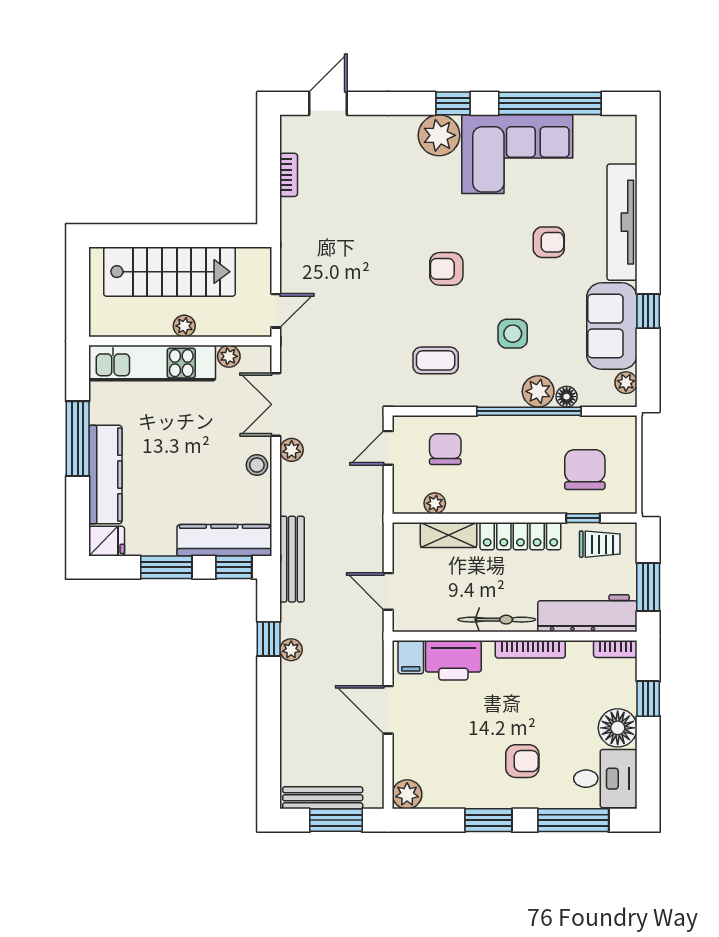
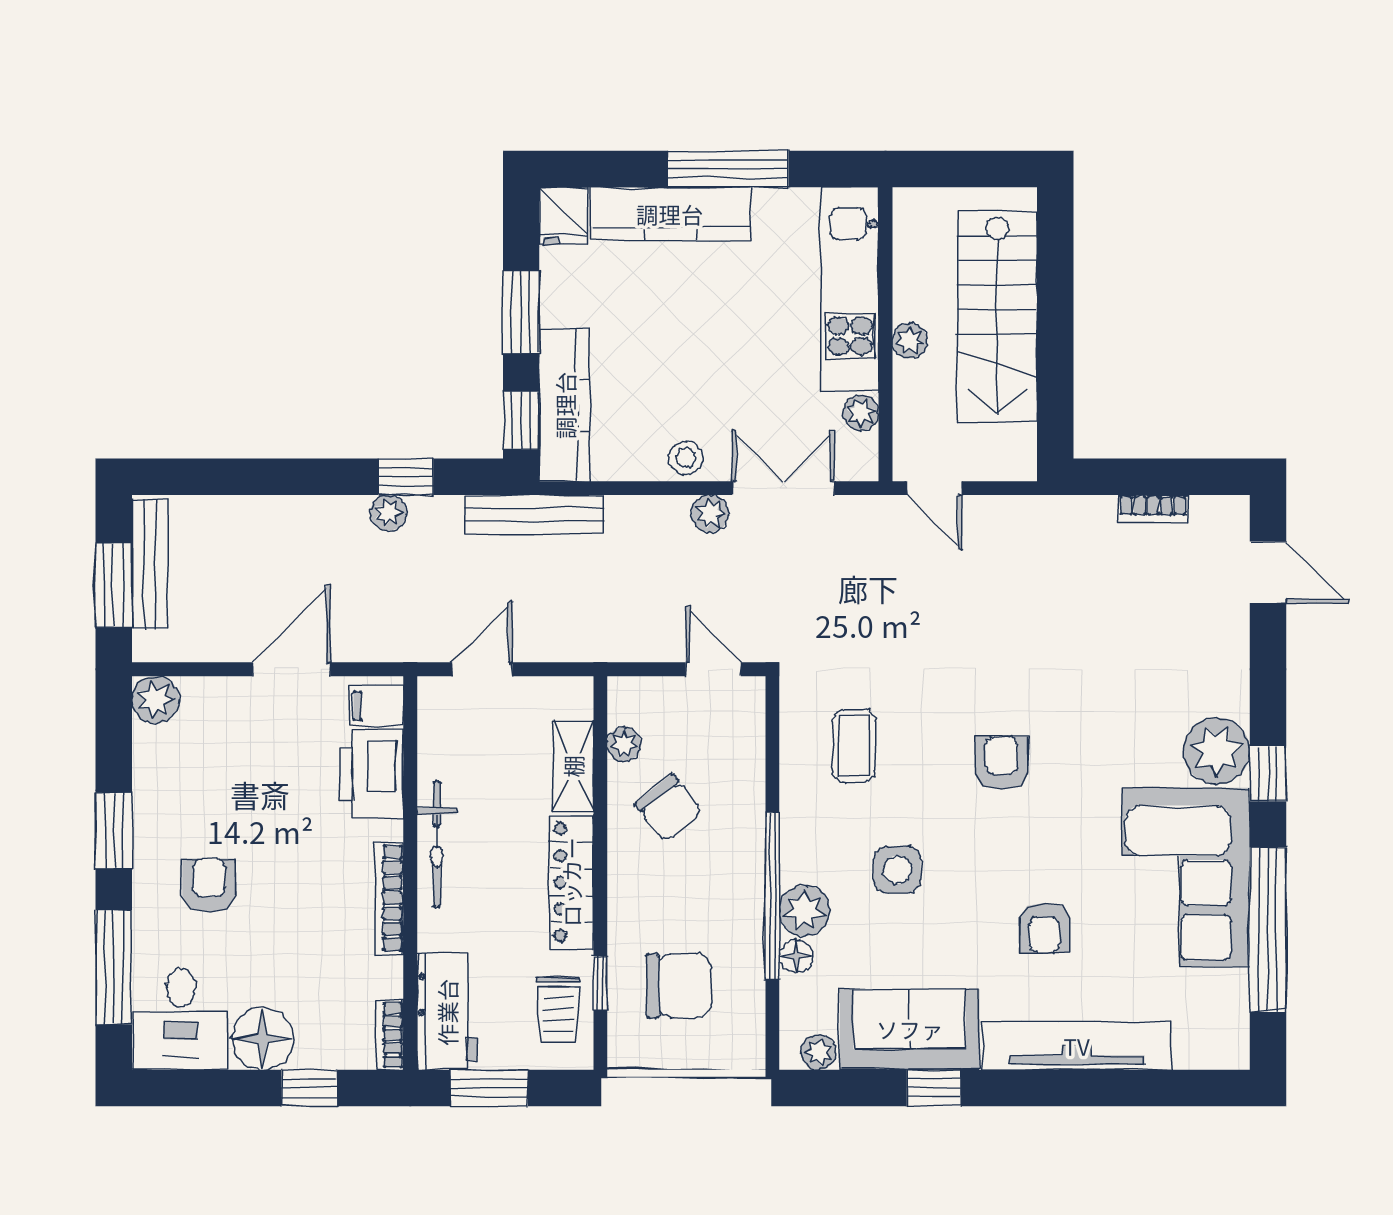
chair: (445, 449) -> (669, 808), moved, turned 52
workbench: (587, 613) -> (447, 1012), width x0.73
armchair: (522, 761) -> (209, 885), turned 180

